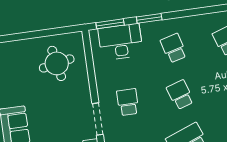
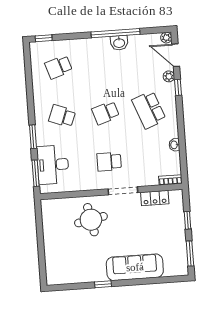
school desk: (174, 48) -> (62, 116), turned 36
round table: (57, 63) -> (91, 220), moved

